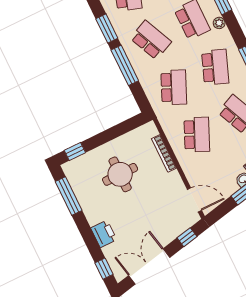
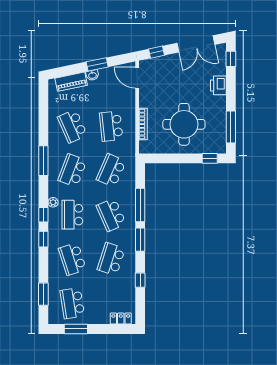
school desk: (197, 134) -> (111, 126), turned -30
round table: (120, 174) -> (184, 124), width x1.36, depth x1.36

